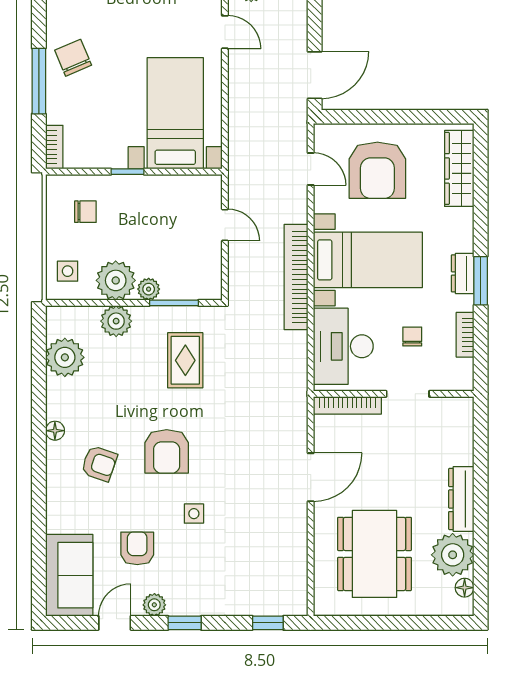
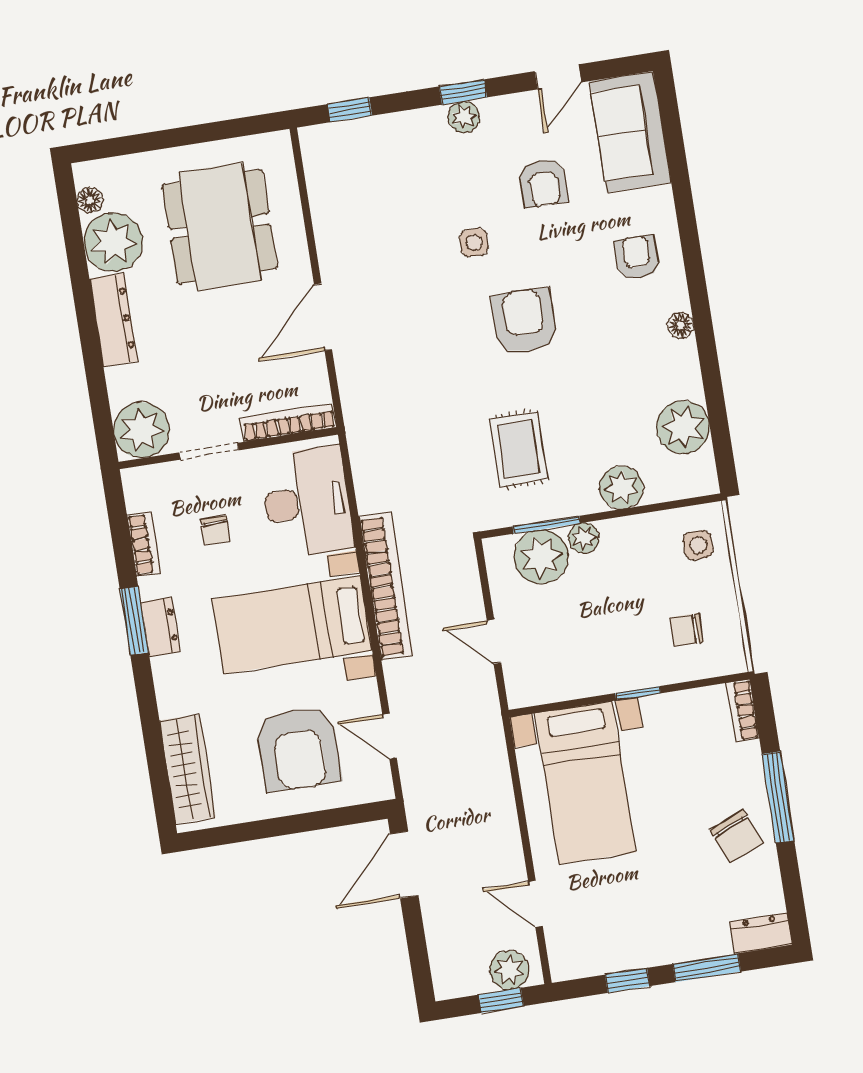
armchair: (377, 170) -> (298, 749), turned 180
plant: (116, 280) -> (541, 557), moved
plant: (454, 417) -> (142, 430), added
armchair: (99, 464) -> (637, 258), moved, turned 71
plant: (154, 605) -> (464, 117), moved

